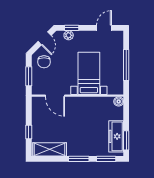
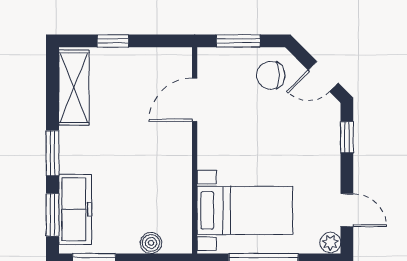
plant: (69, 35) -> (330, 243), moved
bed with nightstands: (89, 73) -> (245, 210), moved
boiler: (119, 101) -> (151, 243), moved
freezer: (116, 136) -> (75, 209), moved, turned 90

